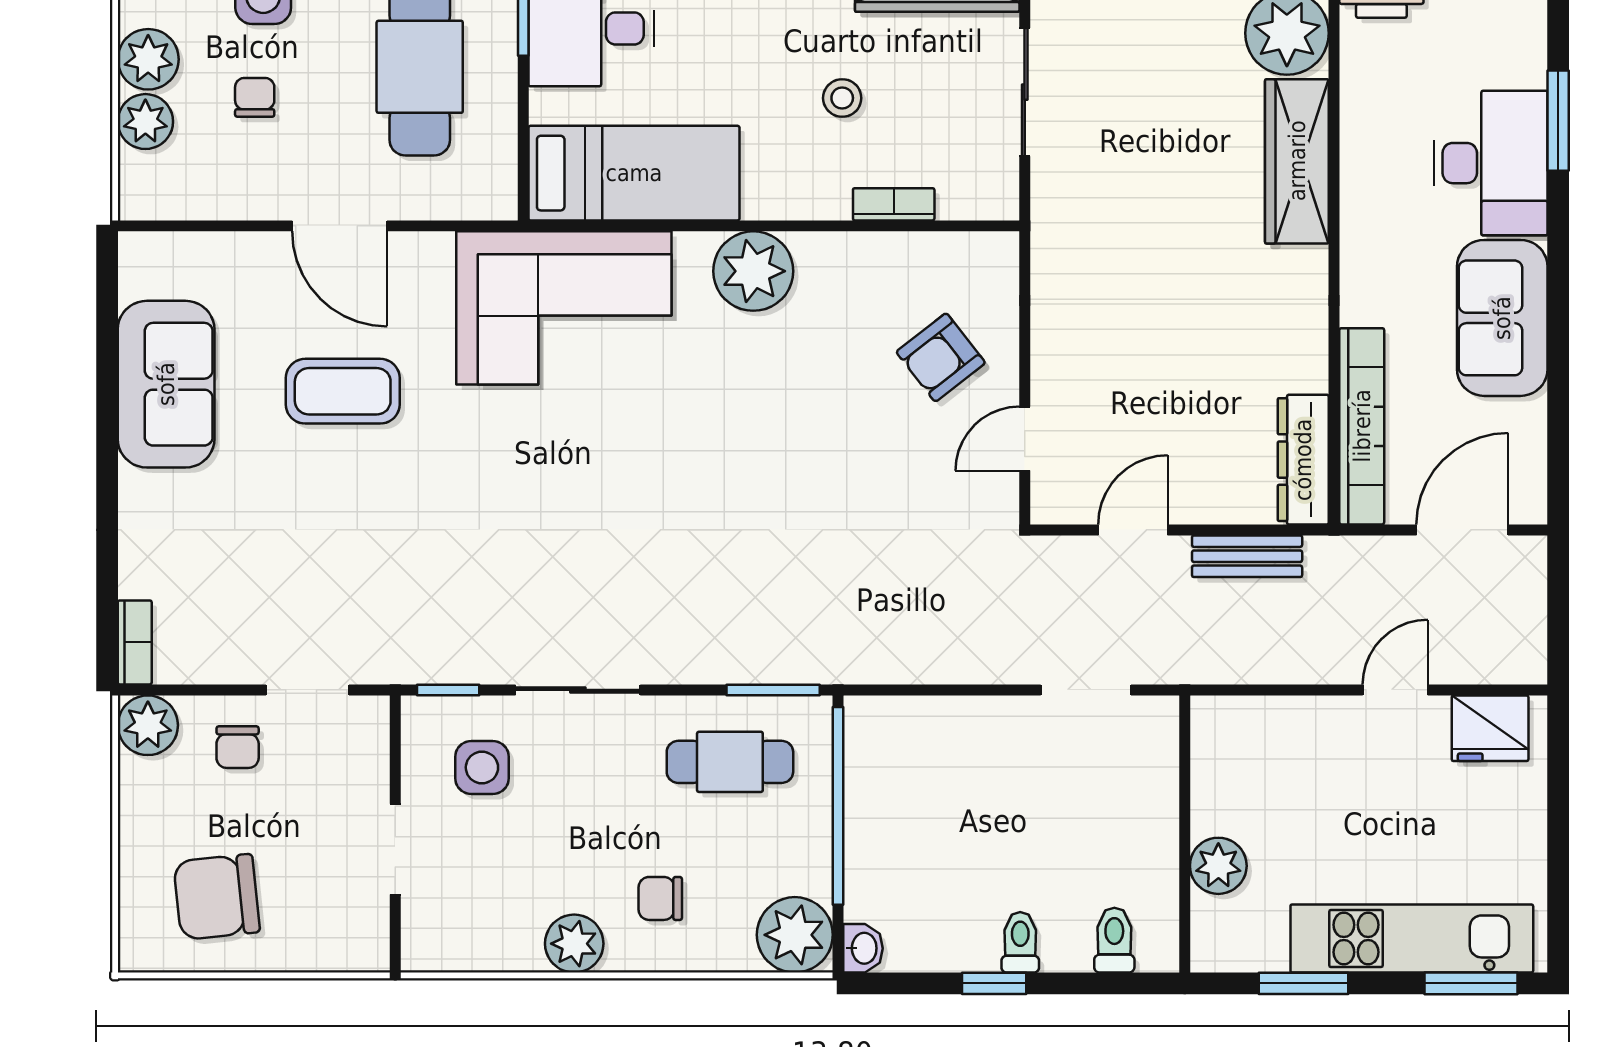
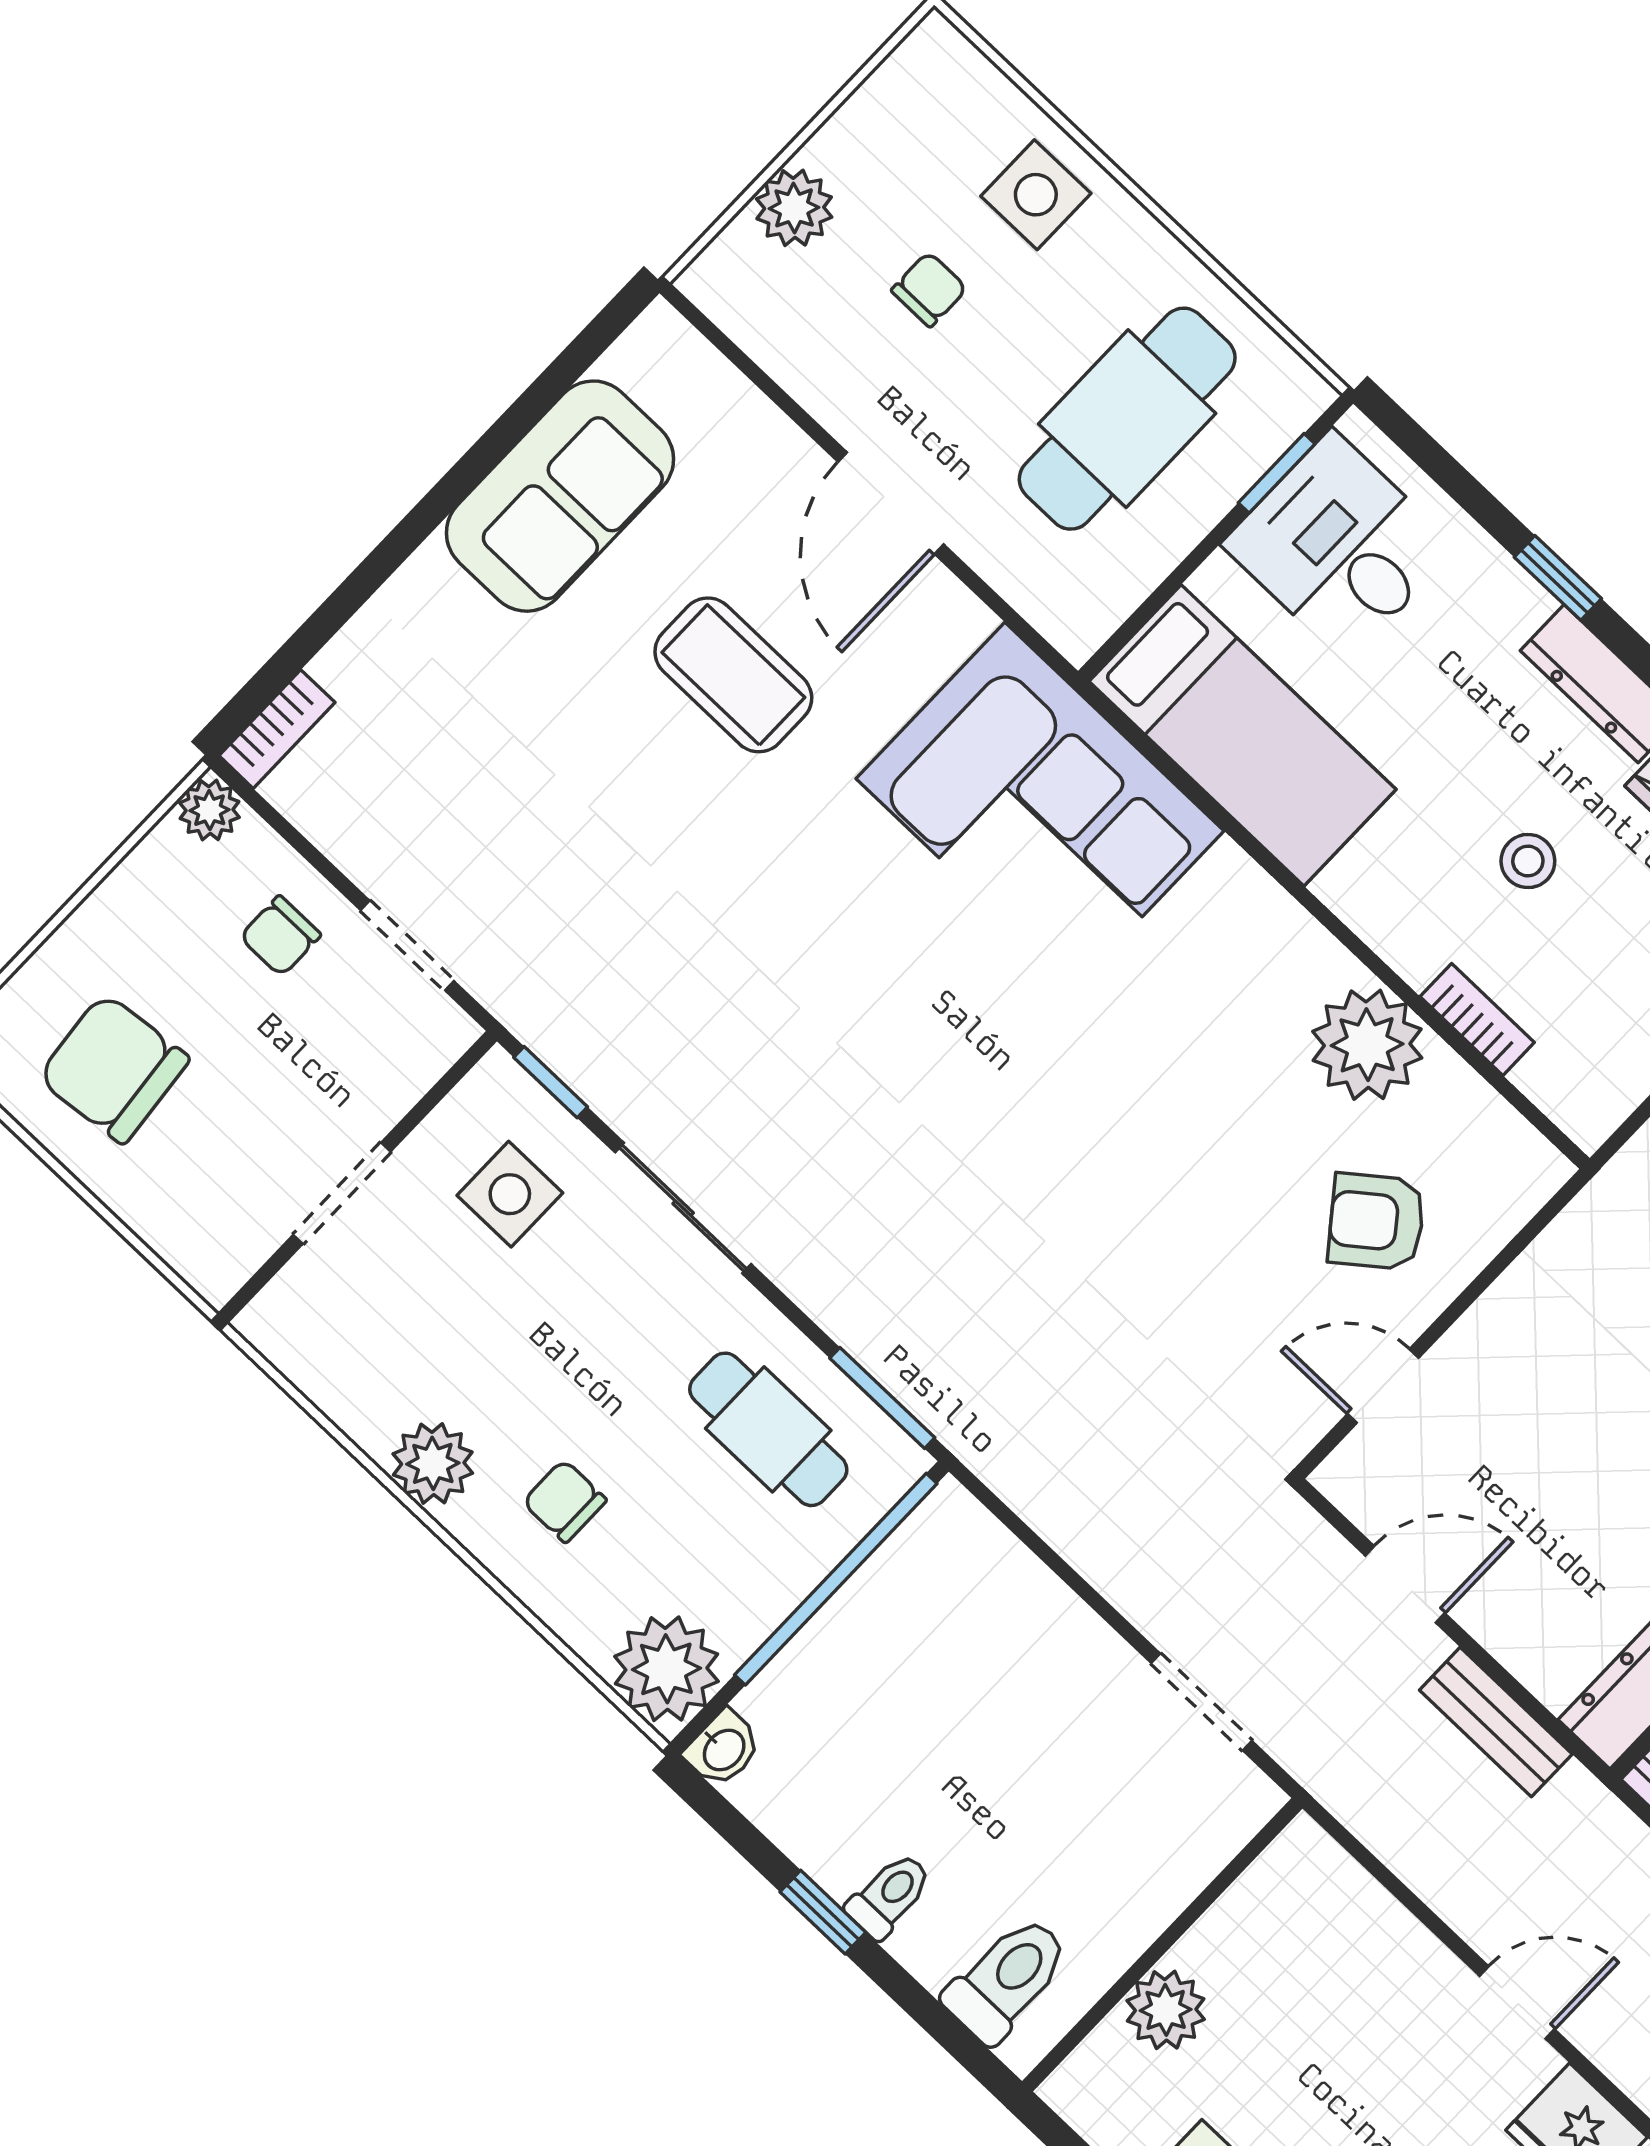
plant: (148, 59) -> (857, 147), removed
plant: (753, 271) -> (1367, 1045), moved
plant: (148, 725) -> (209, 810), width x0.73, depth x0.73
toilet: (1114, 940) -> (1007, 1979), width x1.37, depth x1.39

